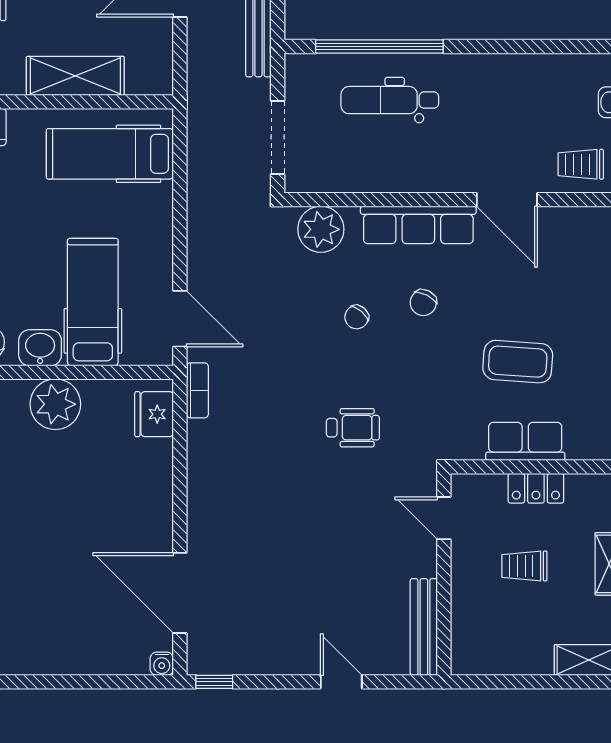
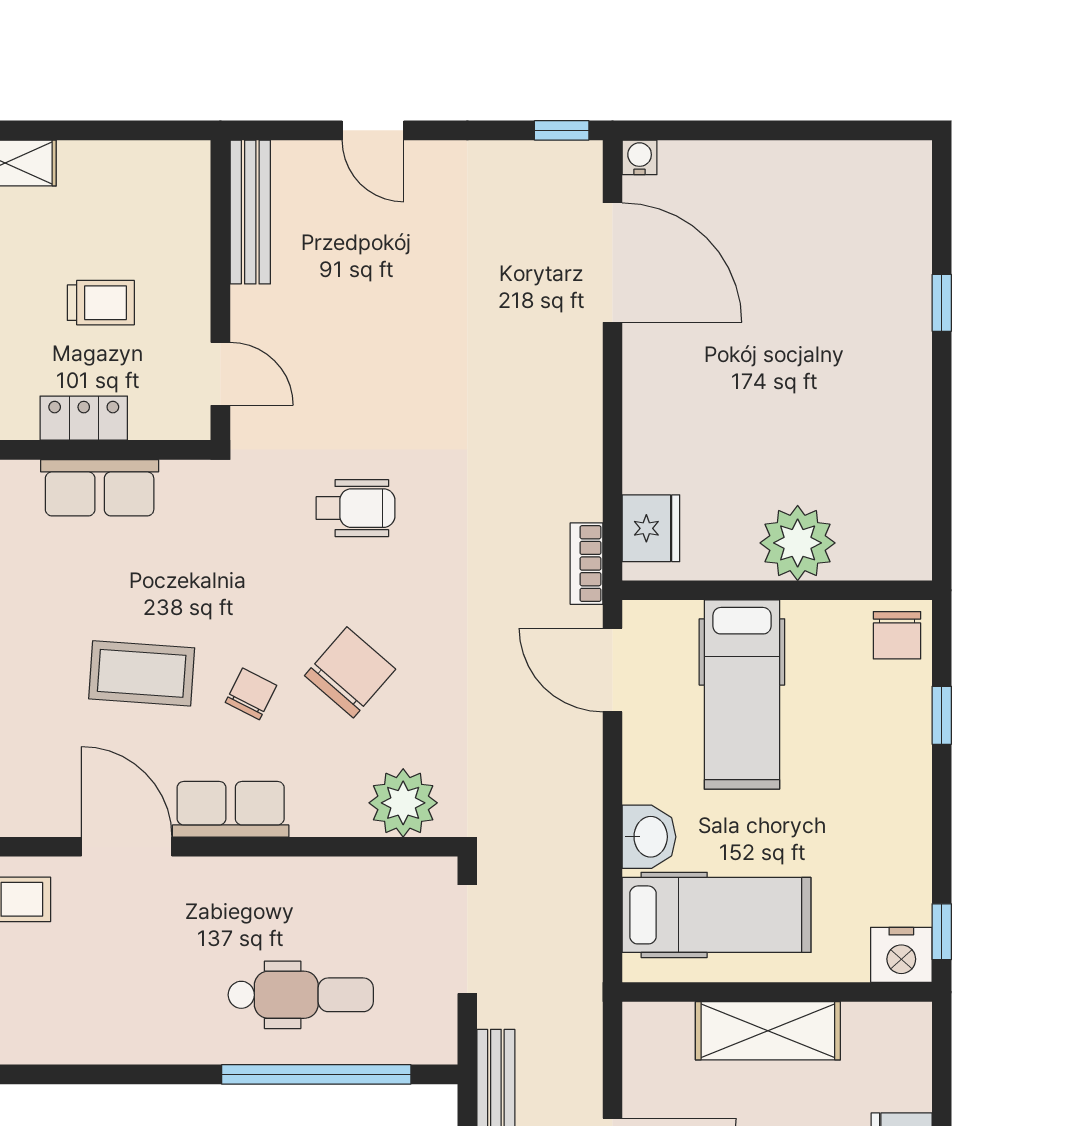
row of seats: (418, 225) -> (231, 809), width x0.68
chair: (357, 317) -> (350, 672), width x1.87, depth x1.87
washbasin: (40, 348) -> (649, 837), moved, turned -90
coffee table: (518, 362) -> (142, 673), moved
wheelchair: (353, 428) -> (356, 508), turned 180

